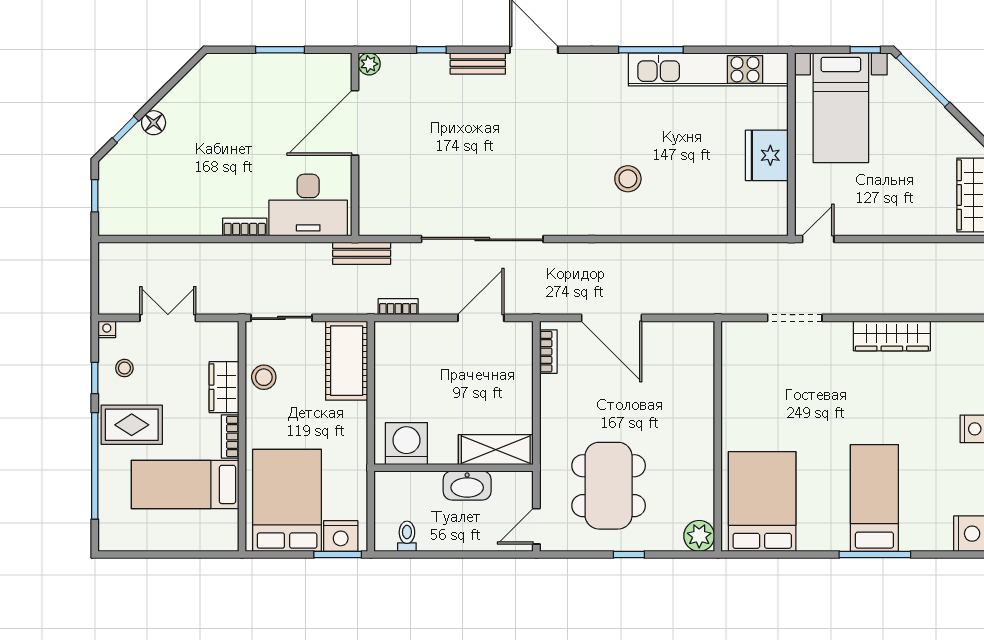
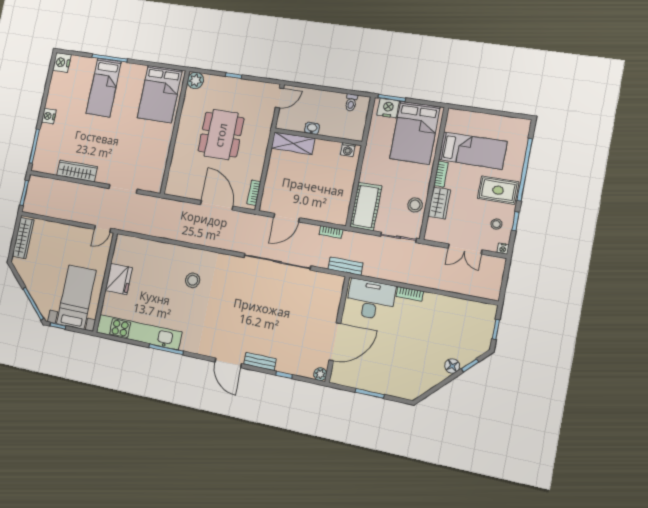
washing machine: (406, 444) -> (348, 150), width x0.53, depth x0.53
washbasin: (467, 485) -> (312, 128), width x0.52, depth x0.69
dining table: (609, 486) -> (221, 135), moved

